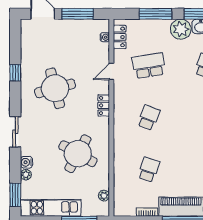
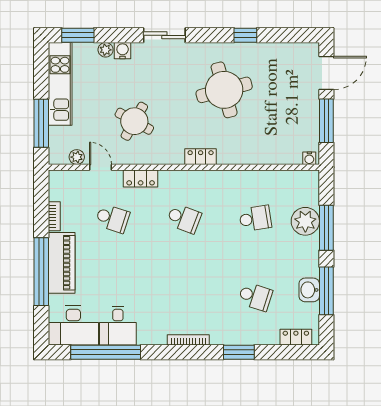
plant: (181, 29) -> (305, 221), moved
water cooler: (105, 37) -> (309, 158), moved
locker: (120, 37) -> (141, 179), moved
school desk: (149, 66) -> (255, 218), width x0.54
door: (111, 72) -> (100, 167), moved
round table: (78, 154) -> (134, 121), width x0.73, depth x0.73

